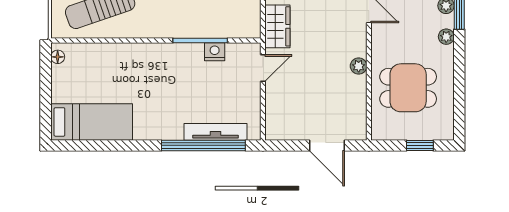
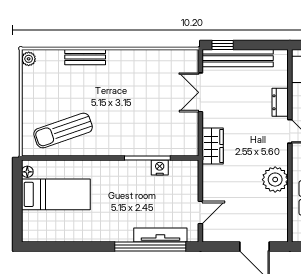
plant: (359, 66) -> (275, 180), width x1.88, depth x1.88
door: (263, 68) -> (200, 213), moved
bed: (92, 122) -> (56, 194), moved

